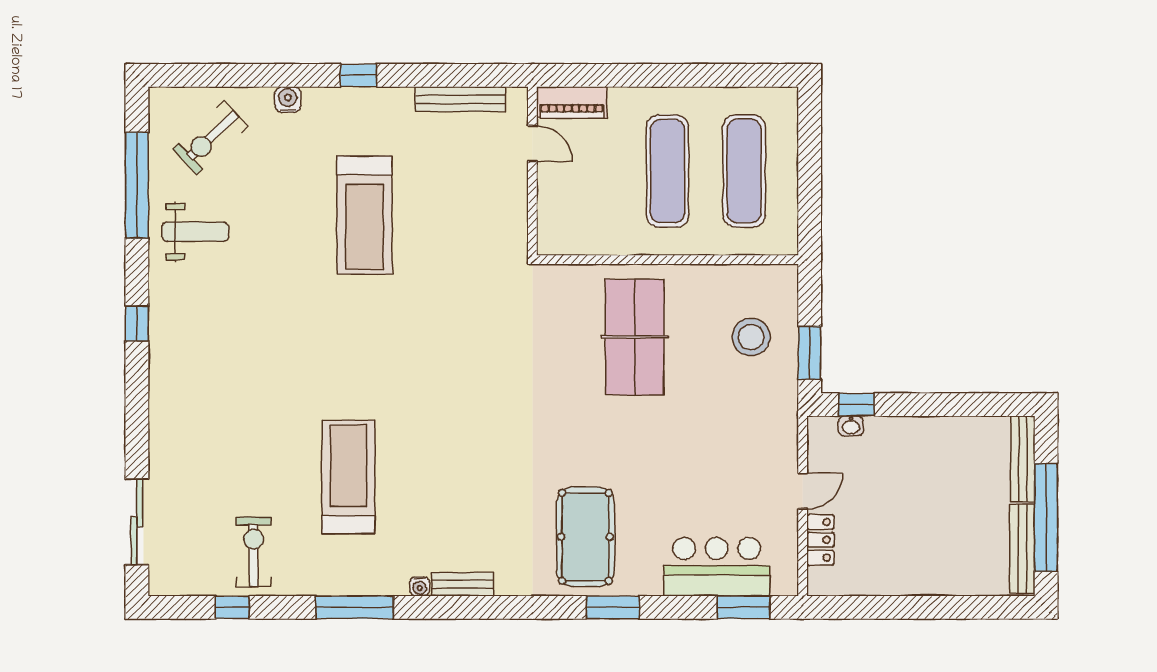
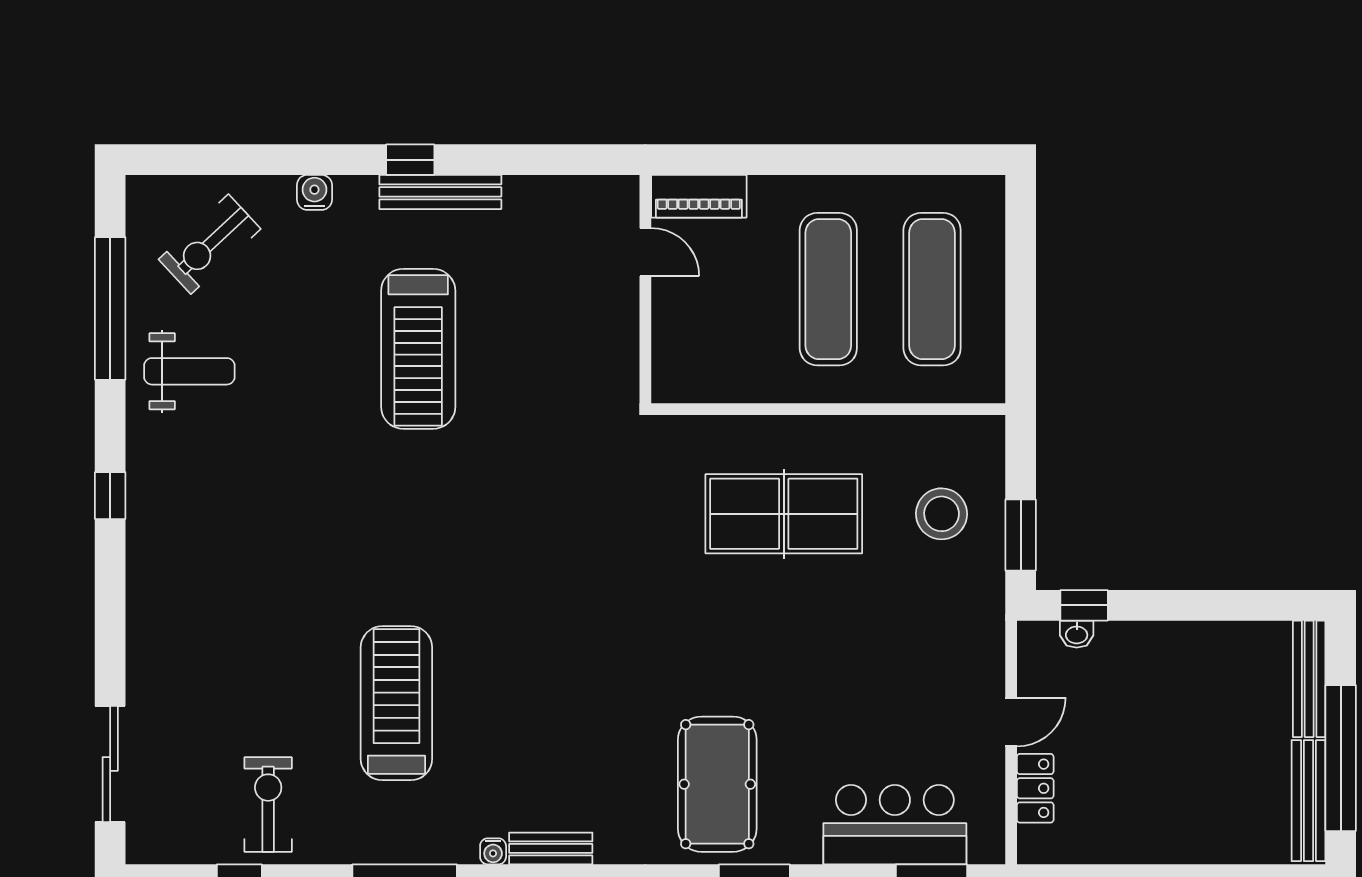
bench: (460, 99) -> (440, 192), moved
table tennis table: (635, 337) -> (784, 514), turned 90

